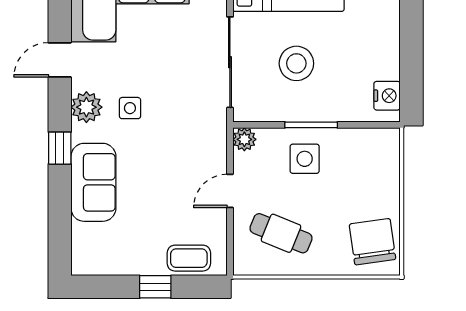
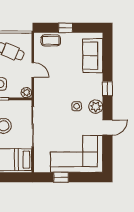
sofa: (93, 182) -> (93, 56), moved
door: (230, 191) -> (33, 70), hinge flipped

